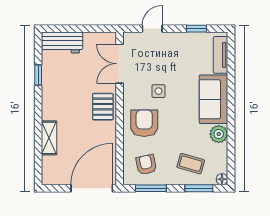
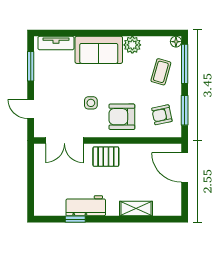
window: (197, 29) -> (31, 66), width x1.50
workbench: (62, 43) -> (86, 206), moved, turned -90
door: (92, 188) -> (185, 167), width x0.73
window: (199, 188) -> (185, 64), width x1.44

